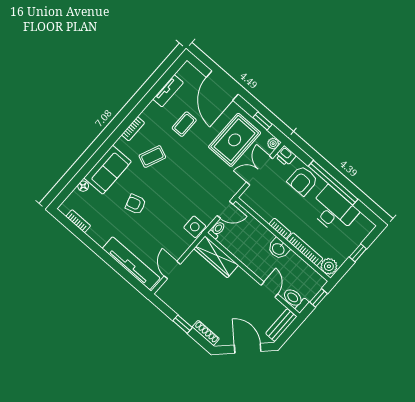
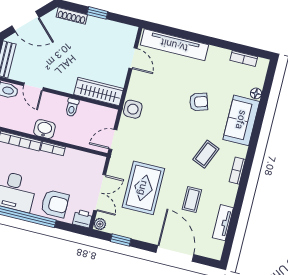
rug: (235, 140) -> (143, 188), moved
armchair: (303, 181) -> (55, 204), turned 90
toilet: (217, 230) -> (72, 107), moved

